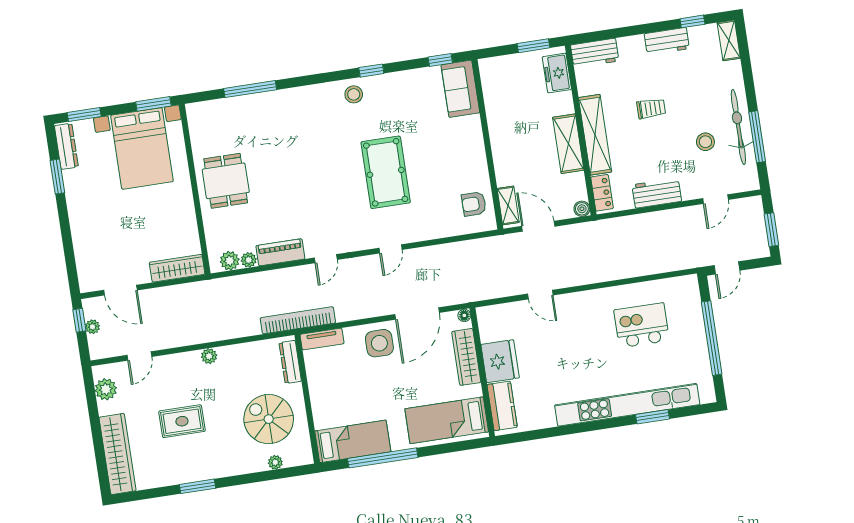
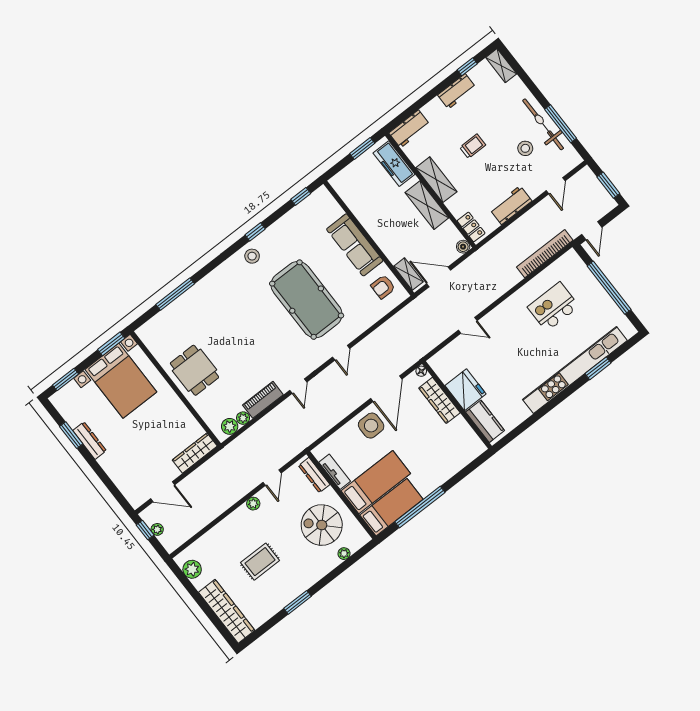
freezer: (557, 73) -> (394, 164), width x1.40
sofa: (460, 89) -> (355, 245), moved, width x1.36
shelving: (595, 135) -> (436, 180), width x0.68
dresser: (66, 146) -> (90, 441), moved
pool table: (386, 172) -> (307, 300), width x1.36, depth x1.32
bookcase: (298, 320) -> (545, 254), moved
tv unit: (322, 339) -> (335, 472), moved, turned -90
door: (139, 356) -> (272, 478), moved
bed: (447, 420) -> (376, 482), moved, turned 180

